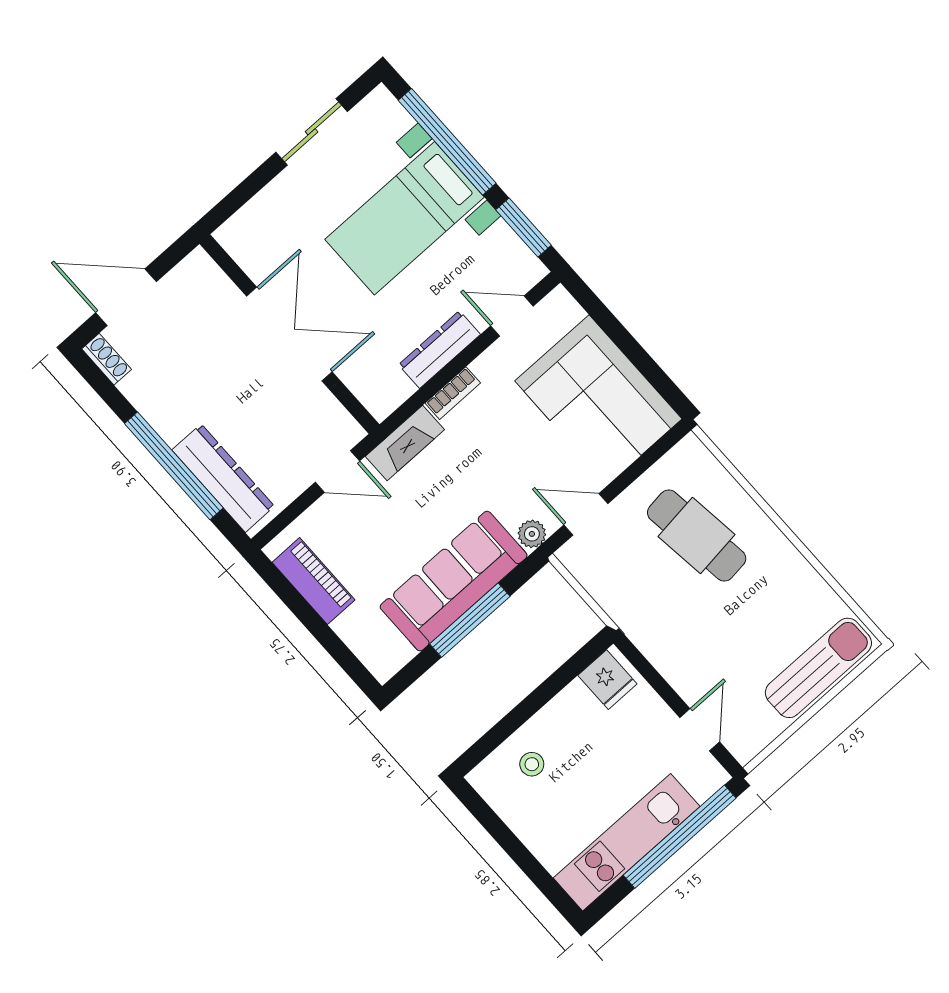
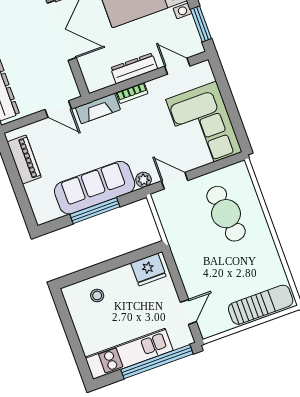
fridge: (607, 680) -> (148, 270), width x1.38

